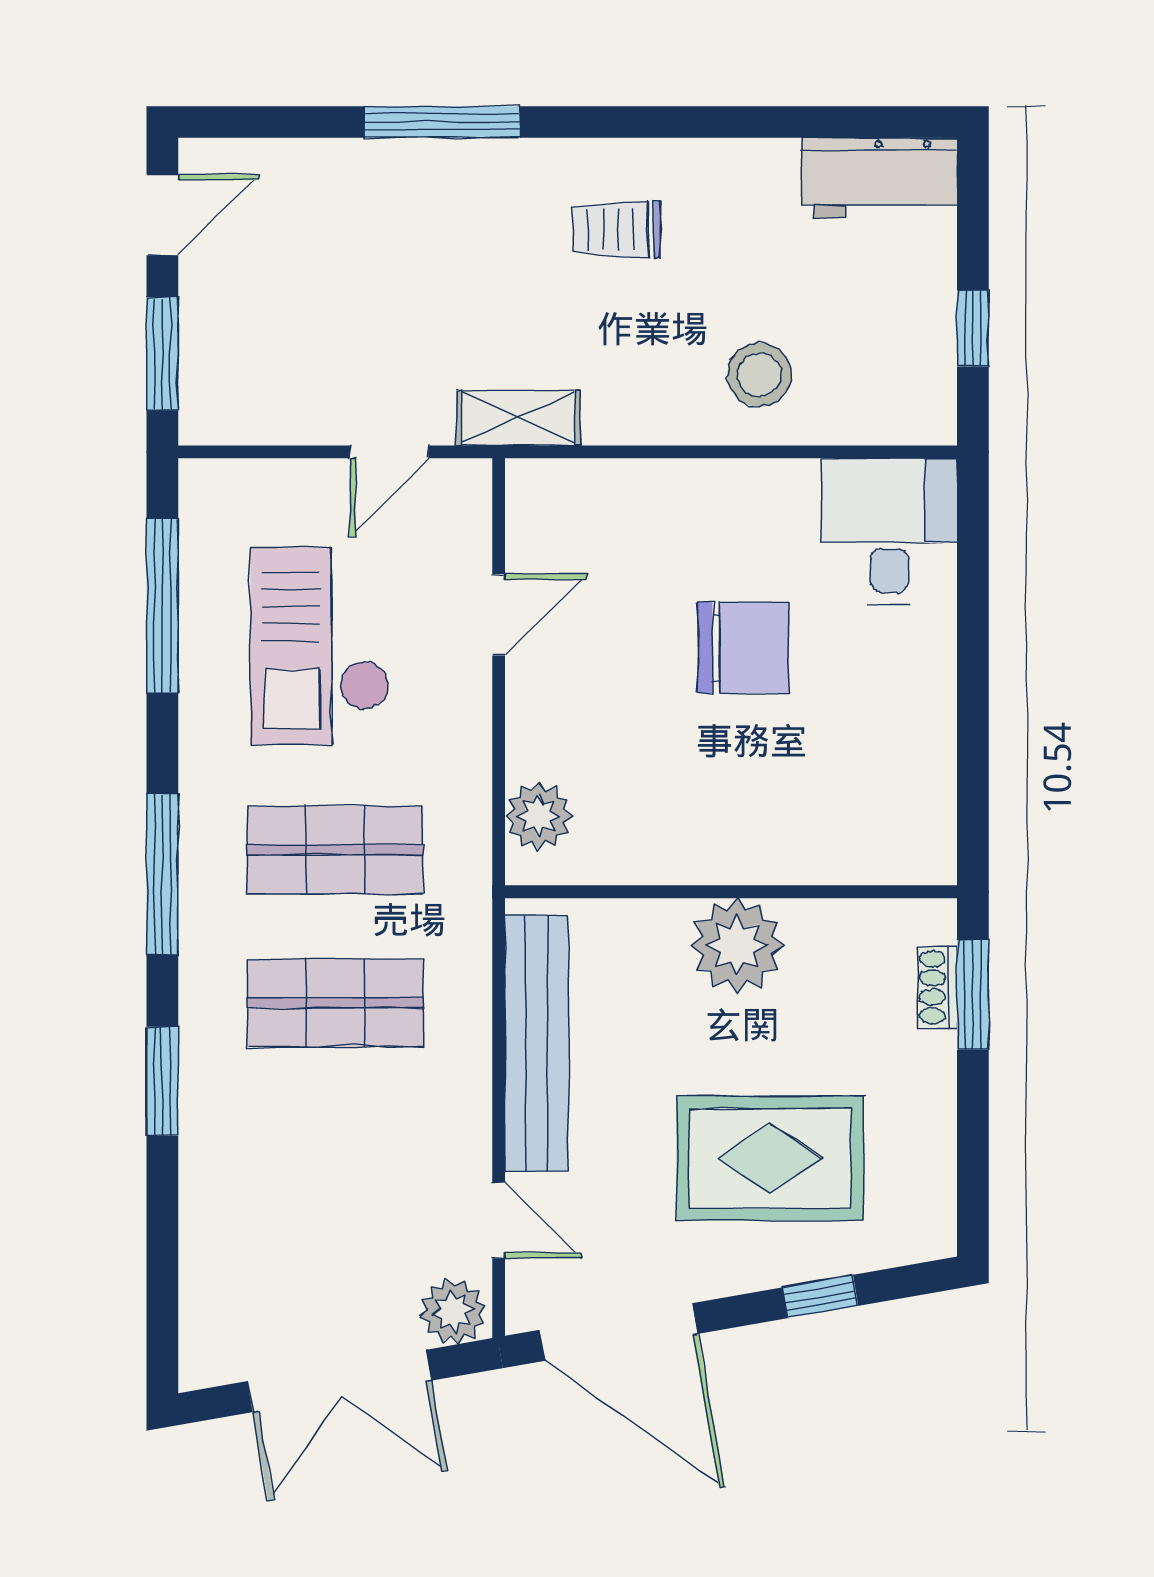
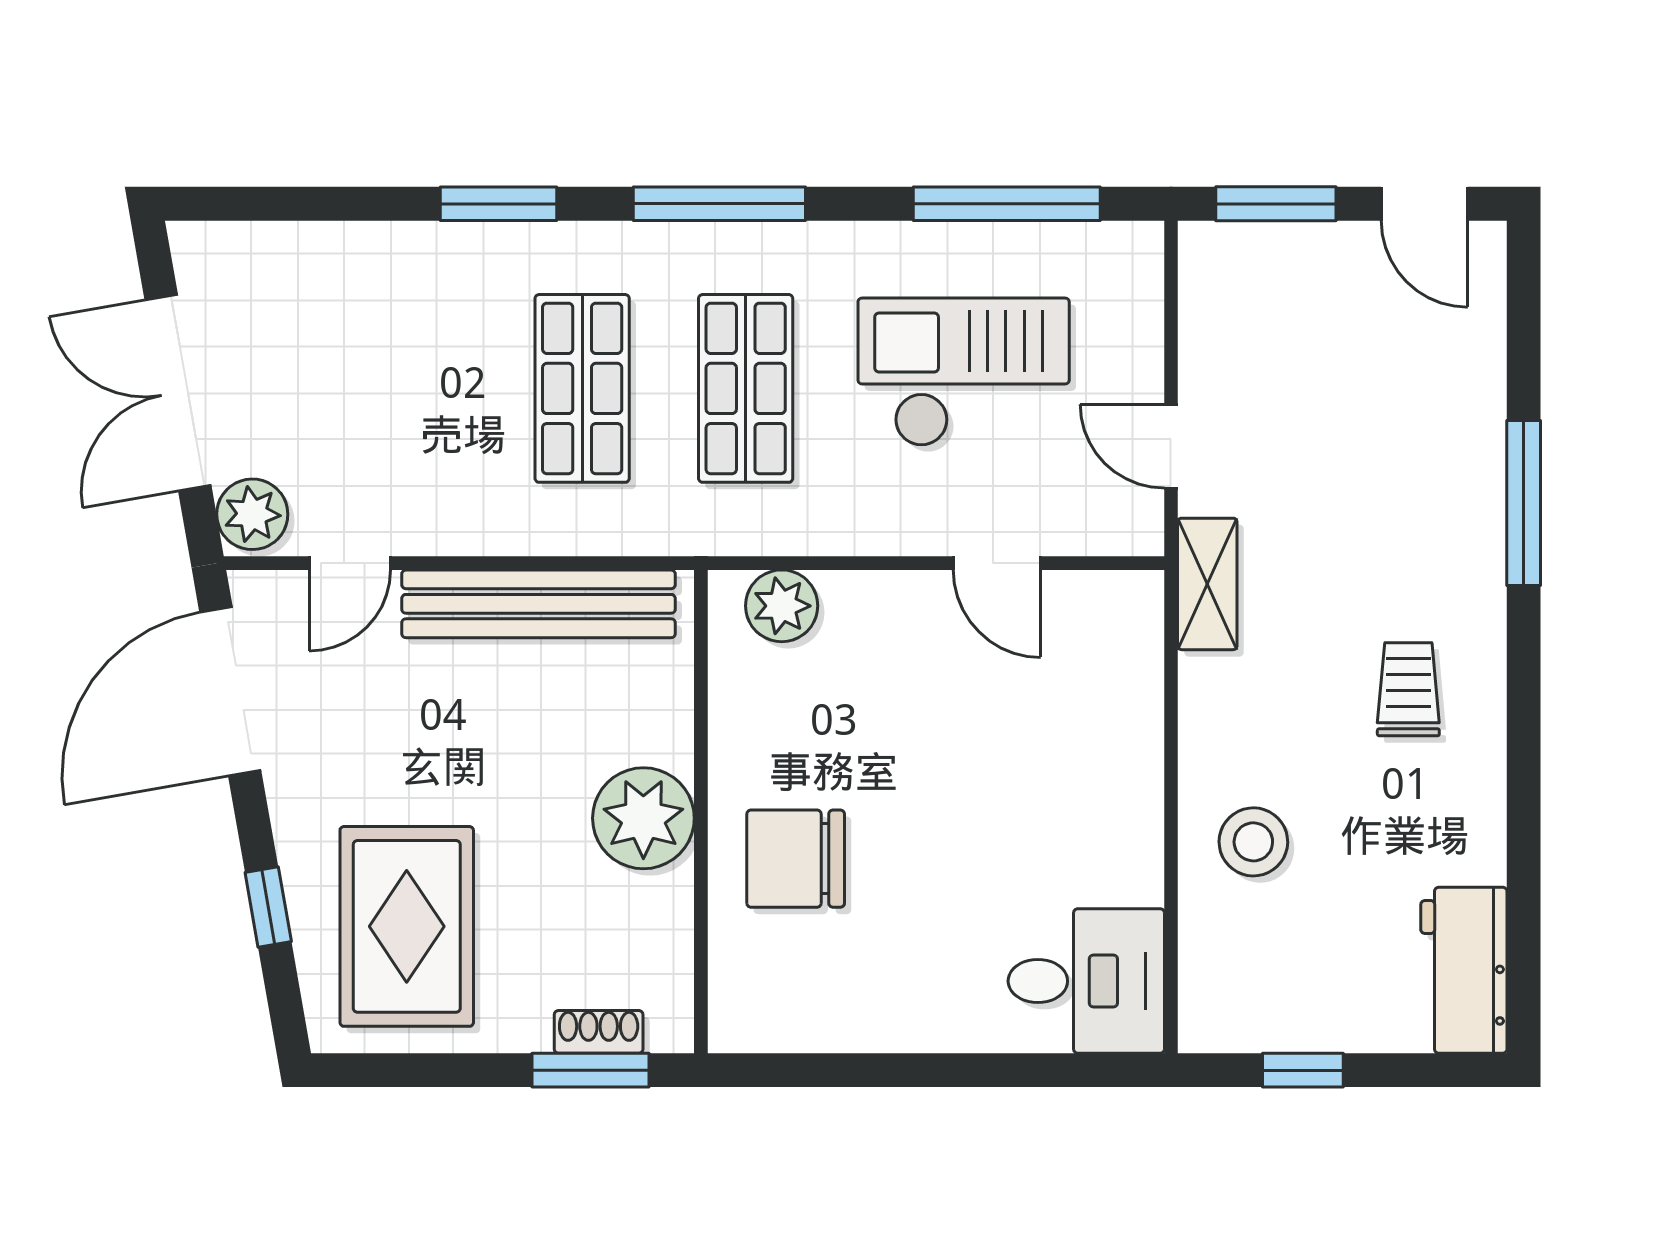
chair: (743, 648) -> (796, 859), moved, turned 90
rug: (770, 1158) -> (407, 926), moved

